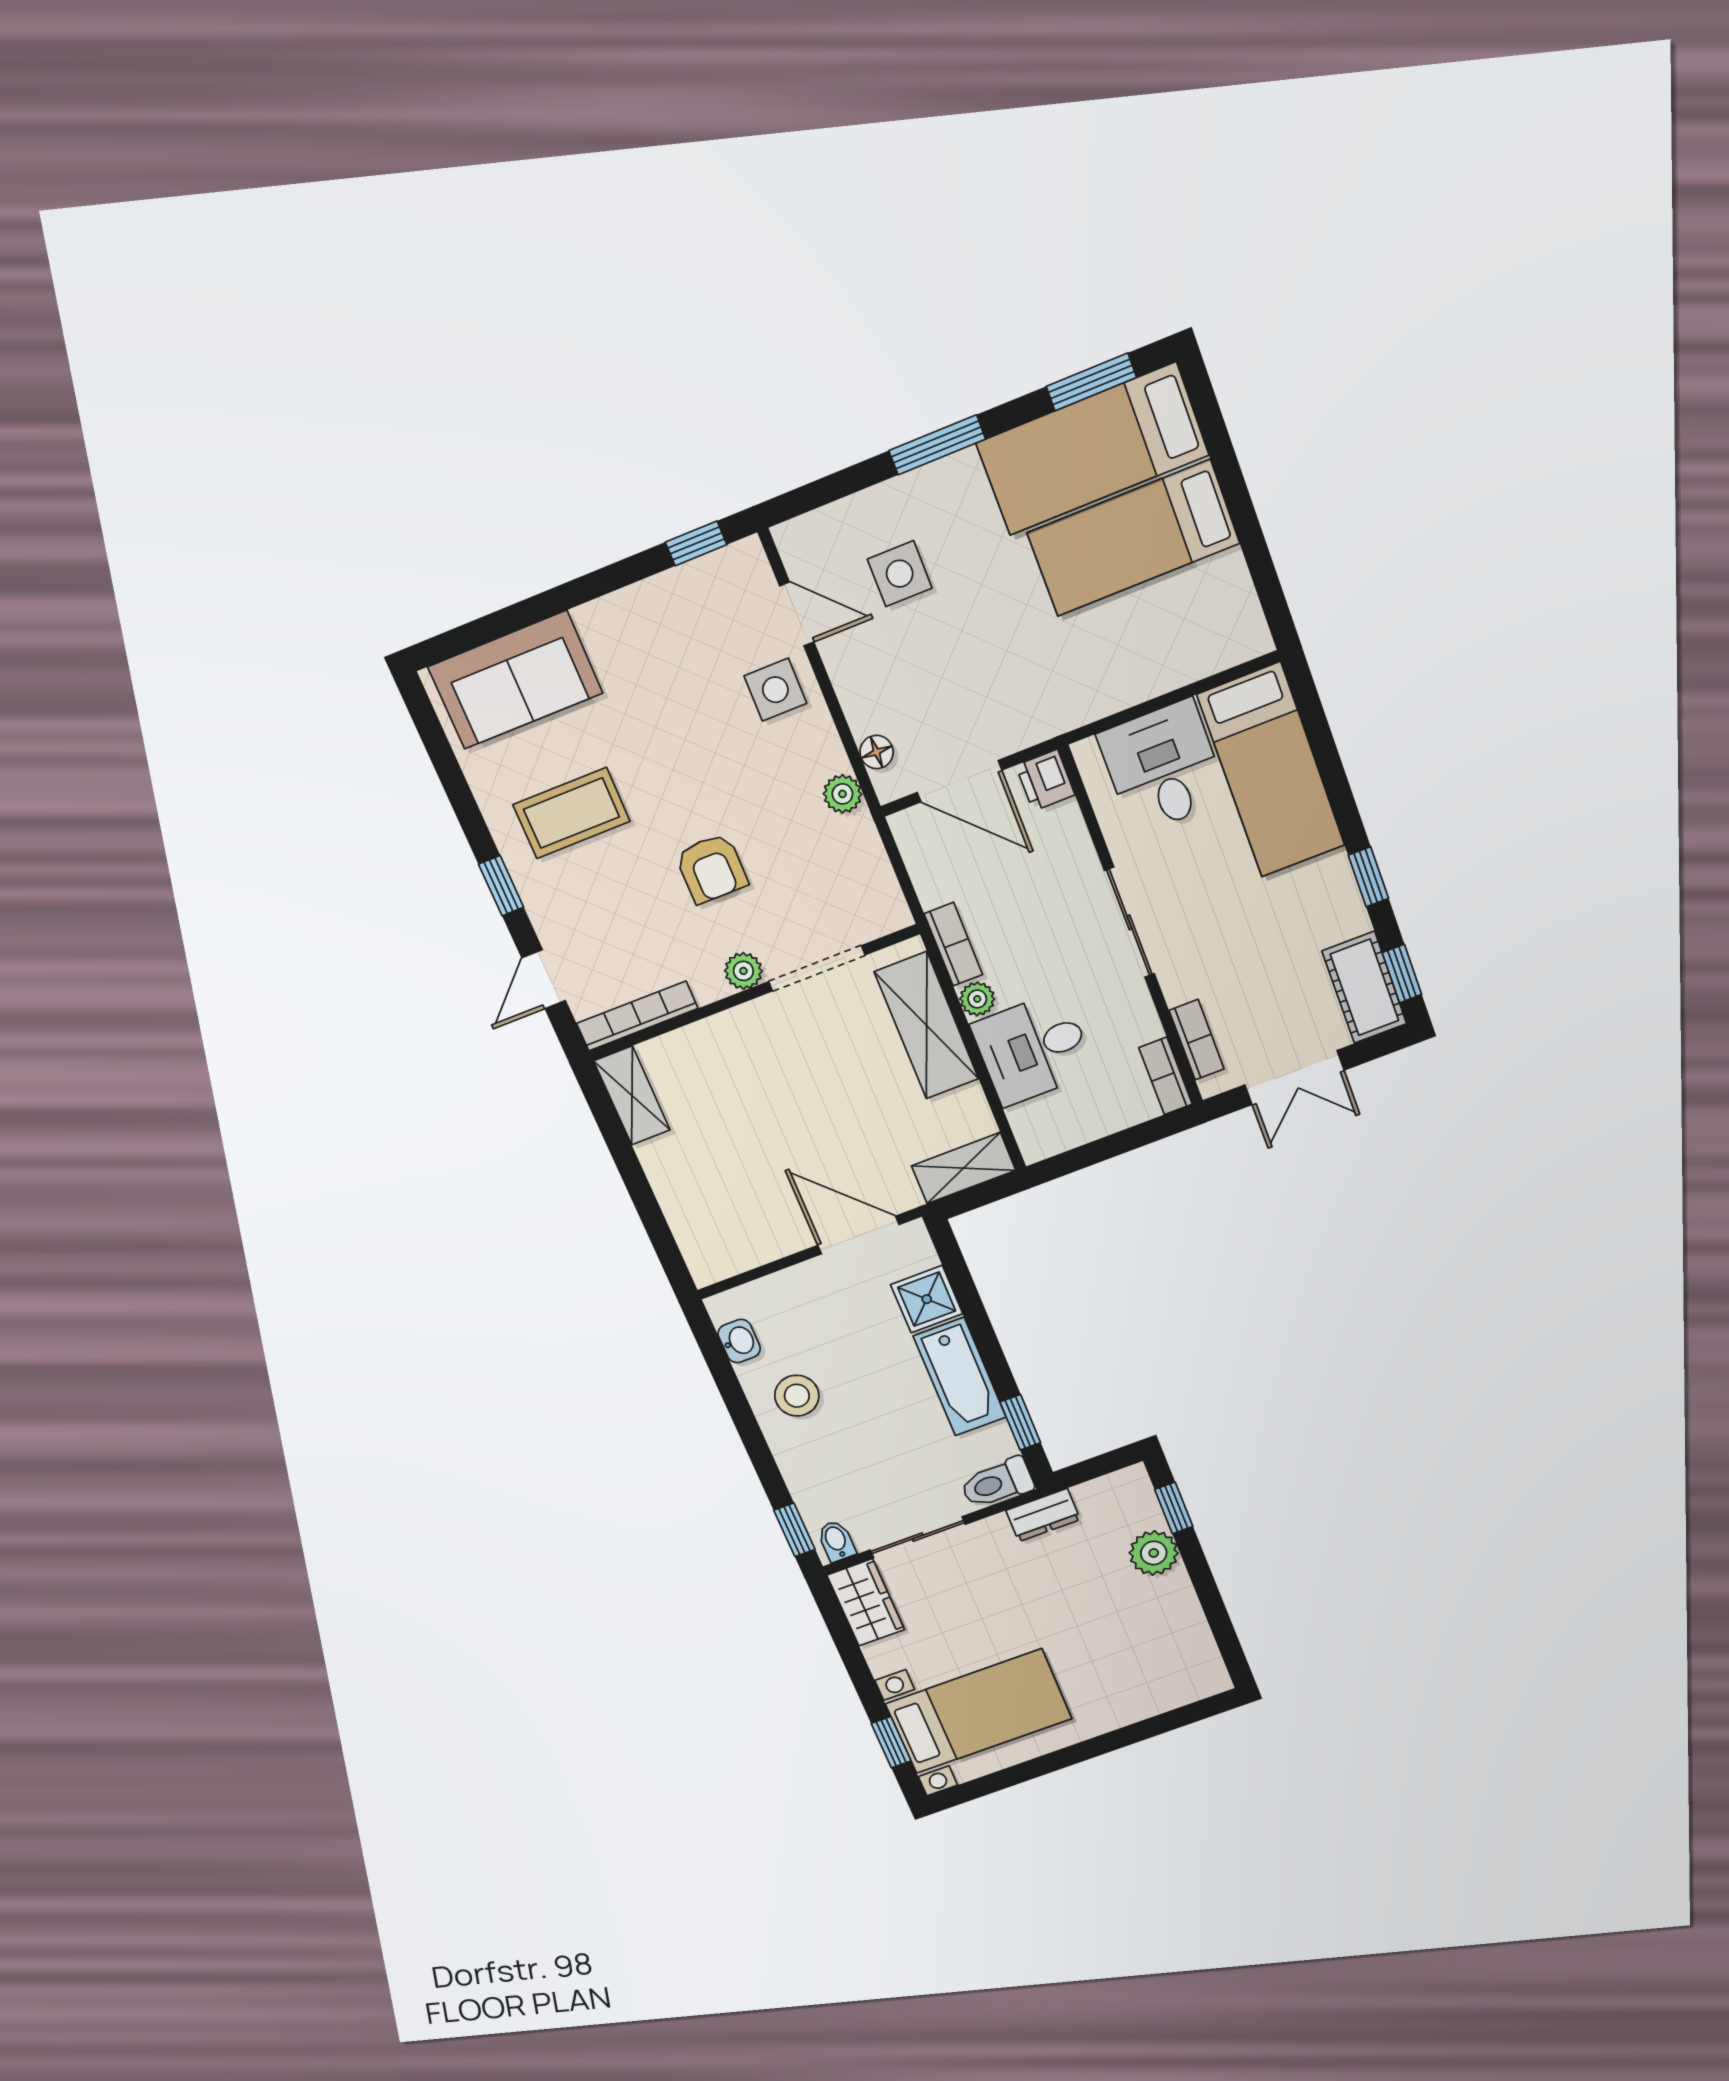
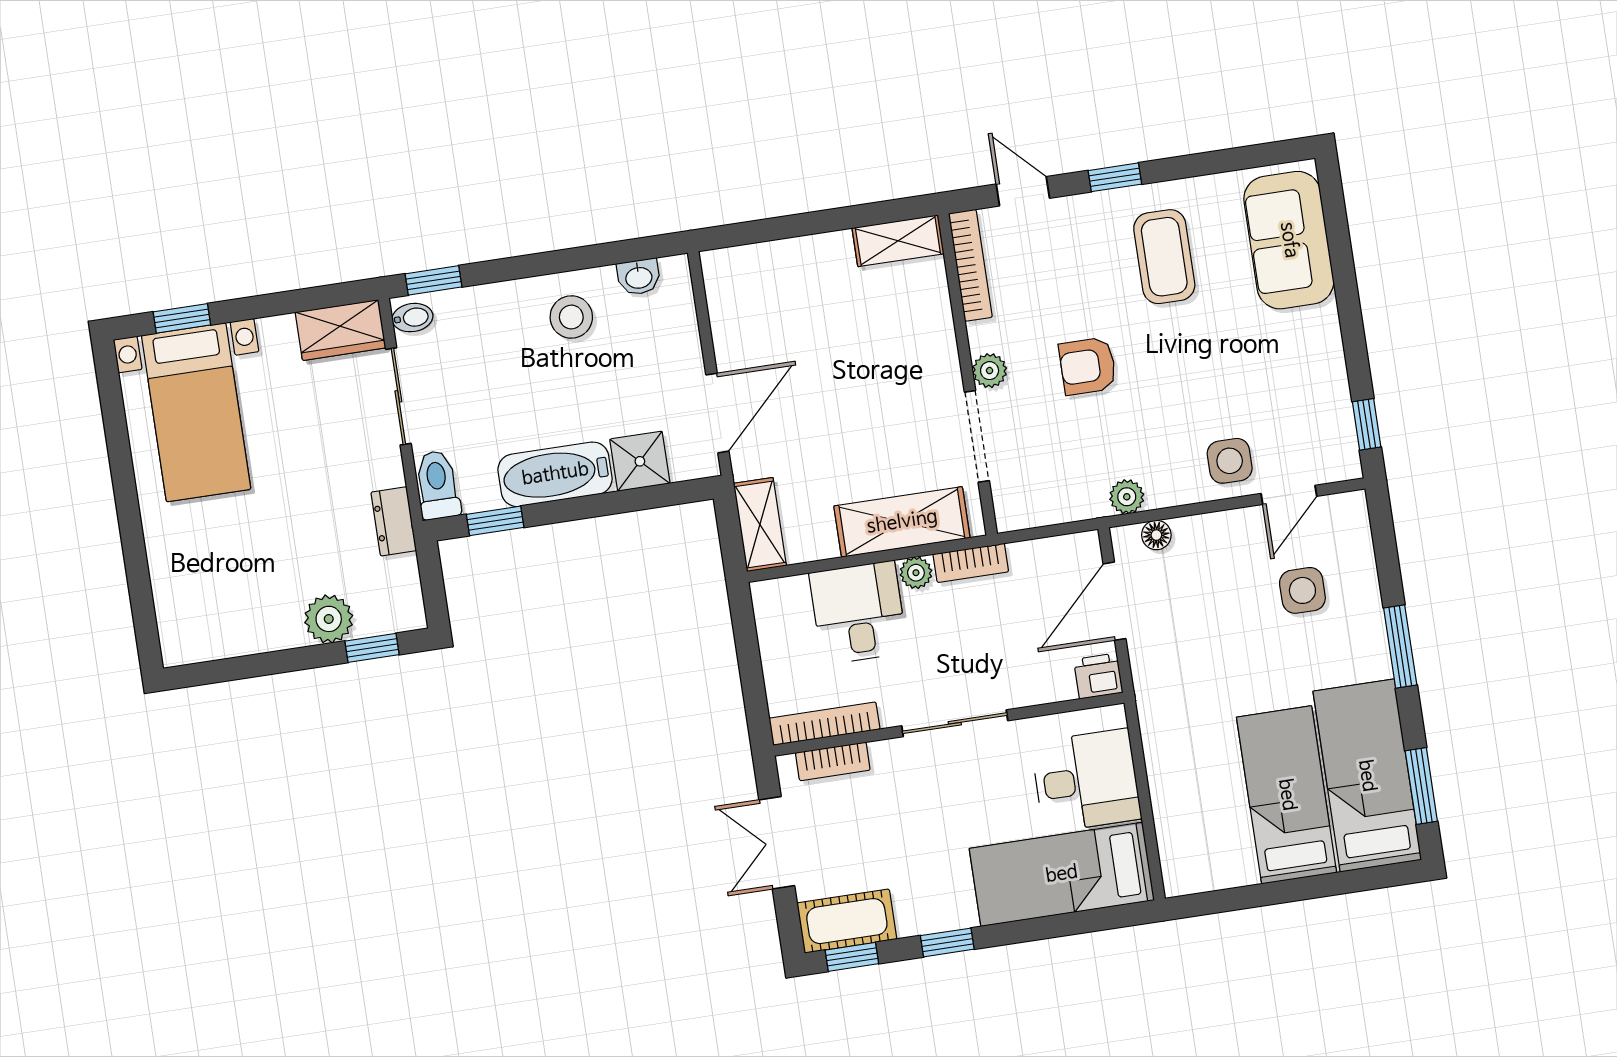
bookcase: (1166, 1076) -> (824, 724), width x1.56

